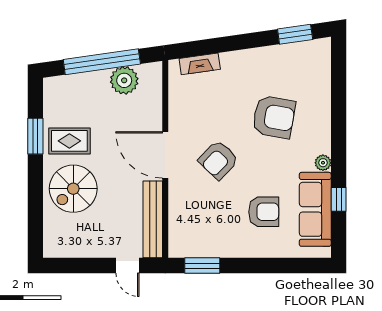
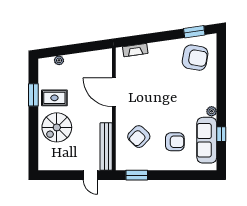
window: (102, 62) -> (75, 49), removed
plant: (124, 80) -> (59, 60), moved, width x0.53, depth x0.53
armchair: (274, 117) -> (195, 58), moved
door: (165, 155) -> (114, 92), moved
armchair: (218, 160) -> (139, 137), moved

